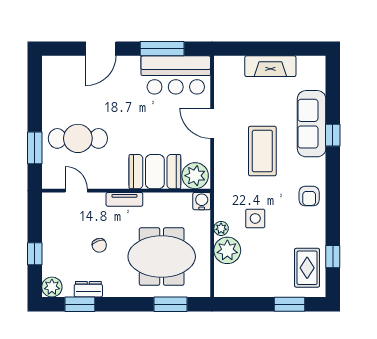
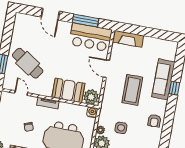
door: (101, 49) -> (50, 14), hinge flipped
fireplace: (270, 66) -> (128, 39), moved
cafe table: (78, 138) -> (28, 63), turned 34

